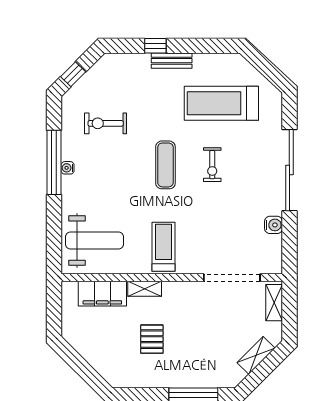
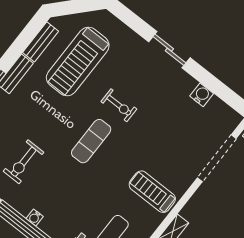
bench: (214, 61) -> (41, 42), added
exercise mat: (165, 165) -> (91, 141), turned 90
sliding door: (289, 170) -> (169, 50), width x0.54

